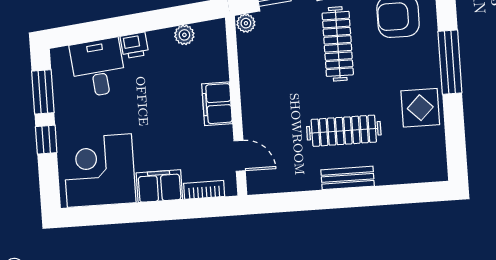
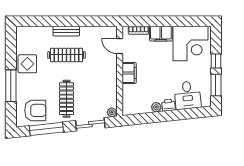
plant: (184, 35) -> (156, 107), moved

